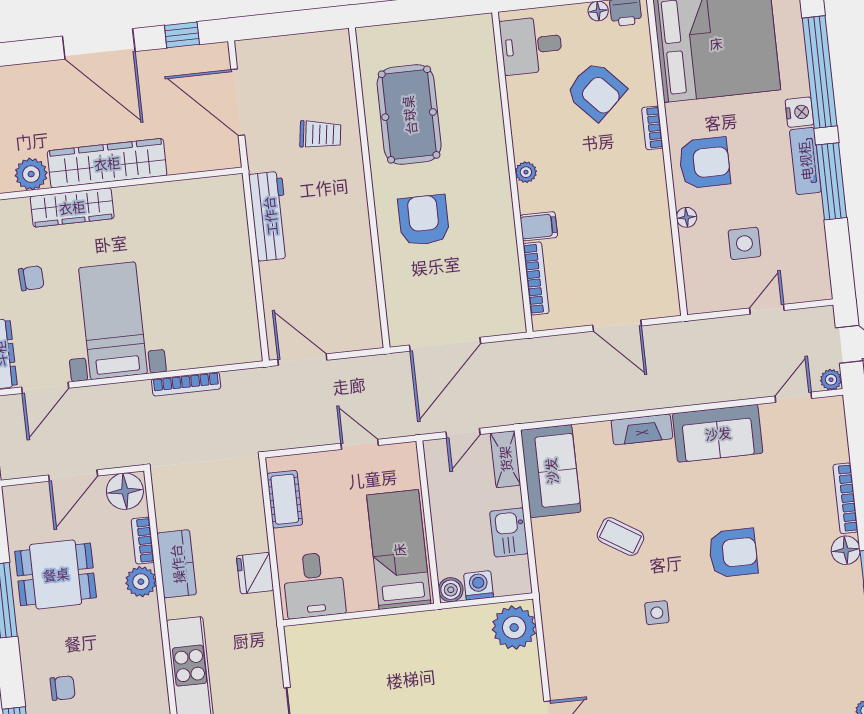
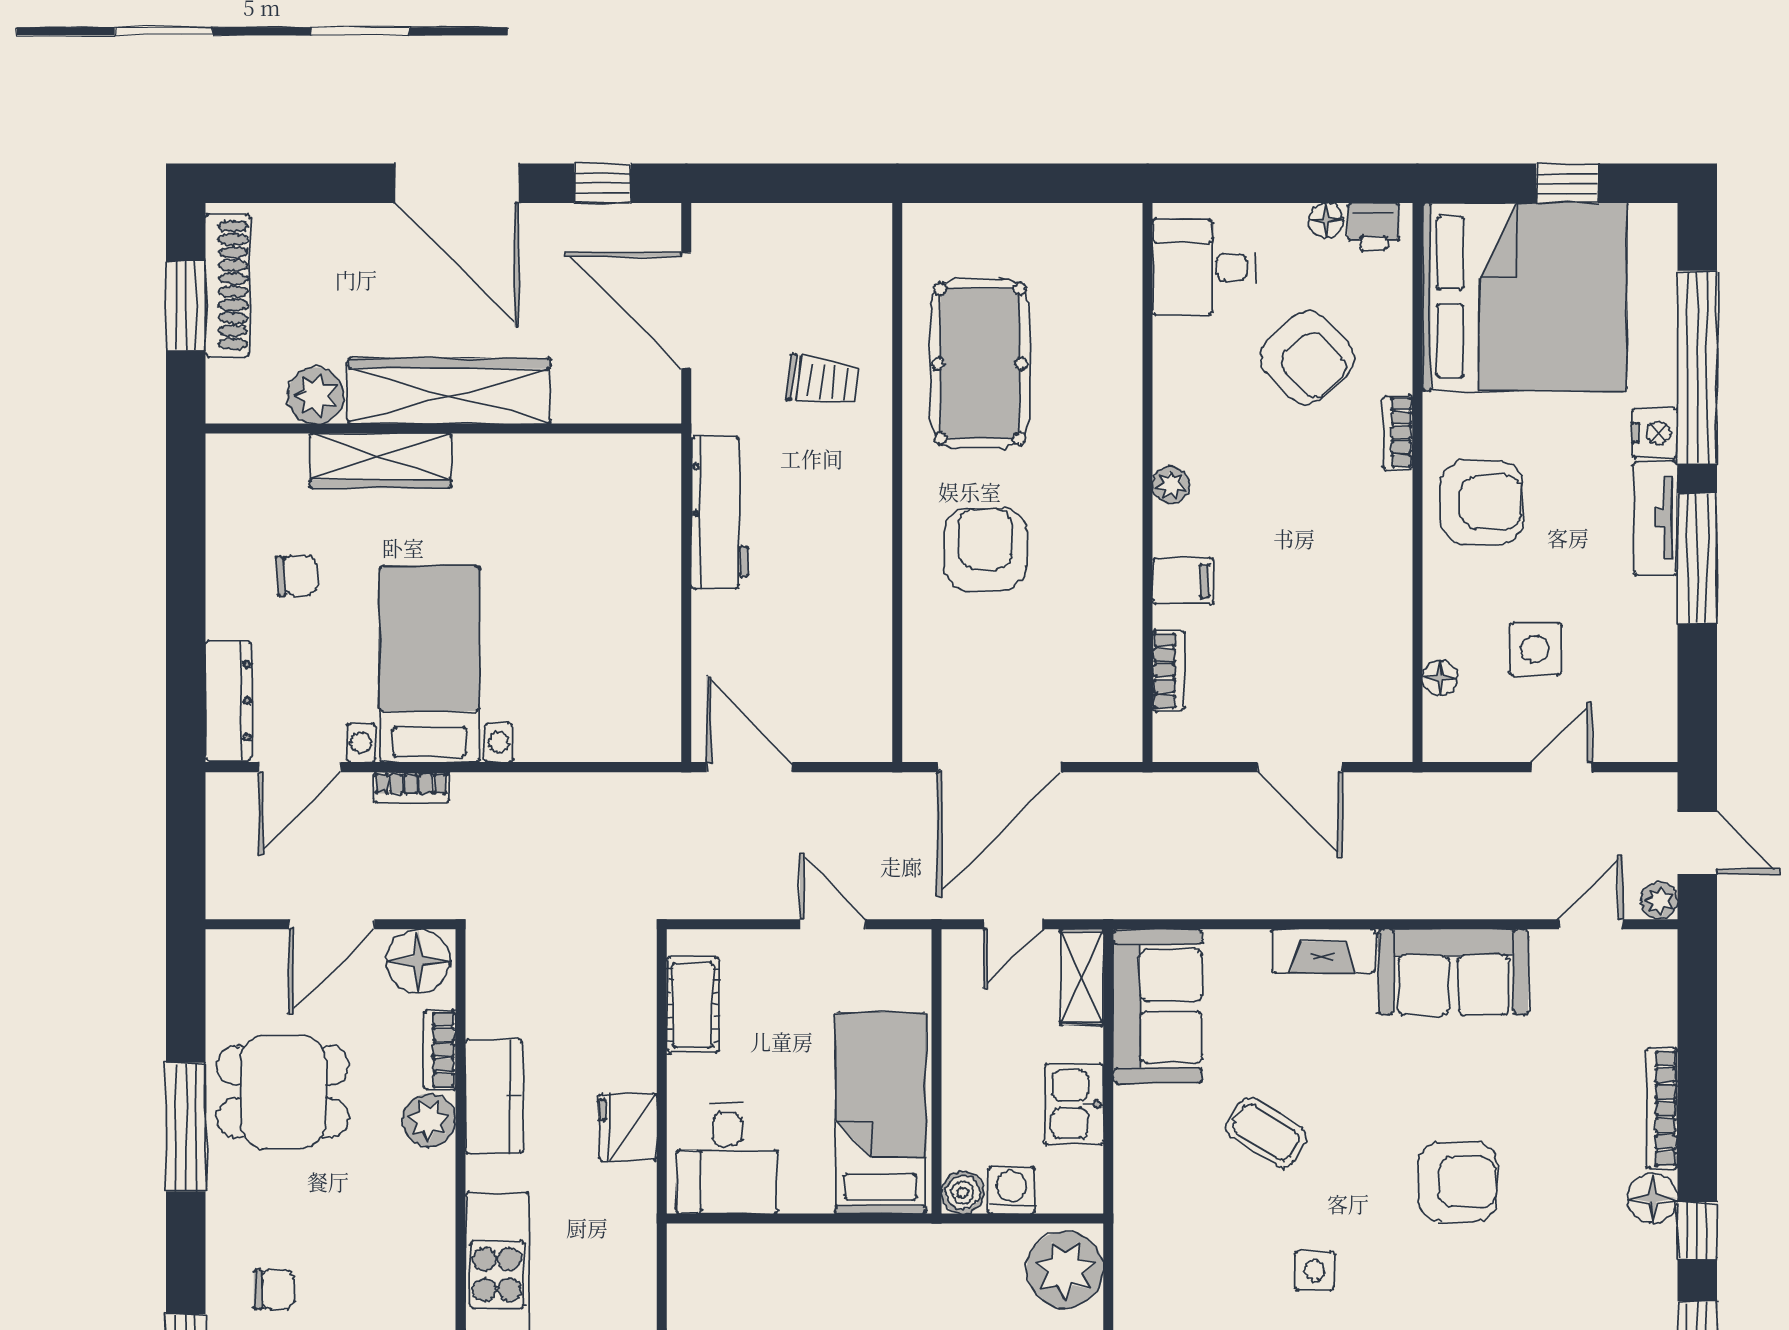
floor lamp: (686, 217) -> (1440, 678), moved
bookcase: (536, 278) -> (1169, 671), width x0.64
bookcase: (186, 384) -> (411, 787), moved, width x0.64

